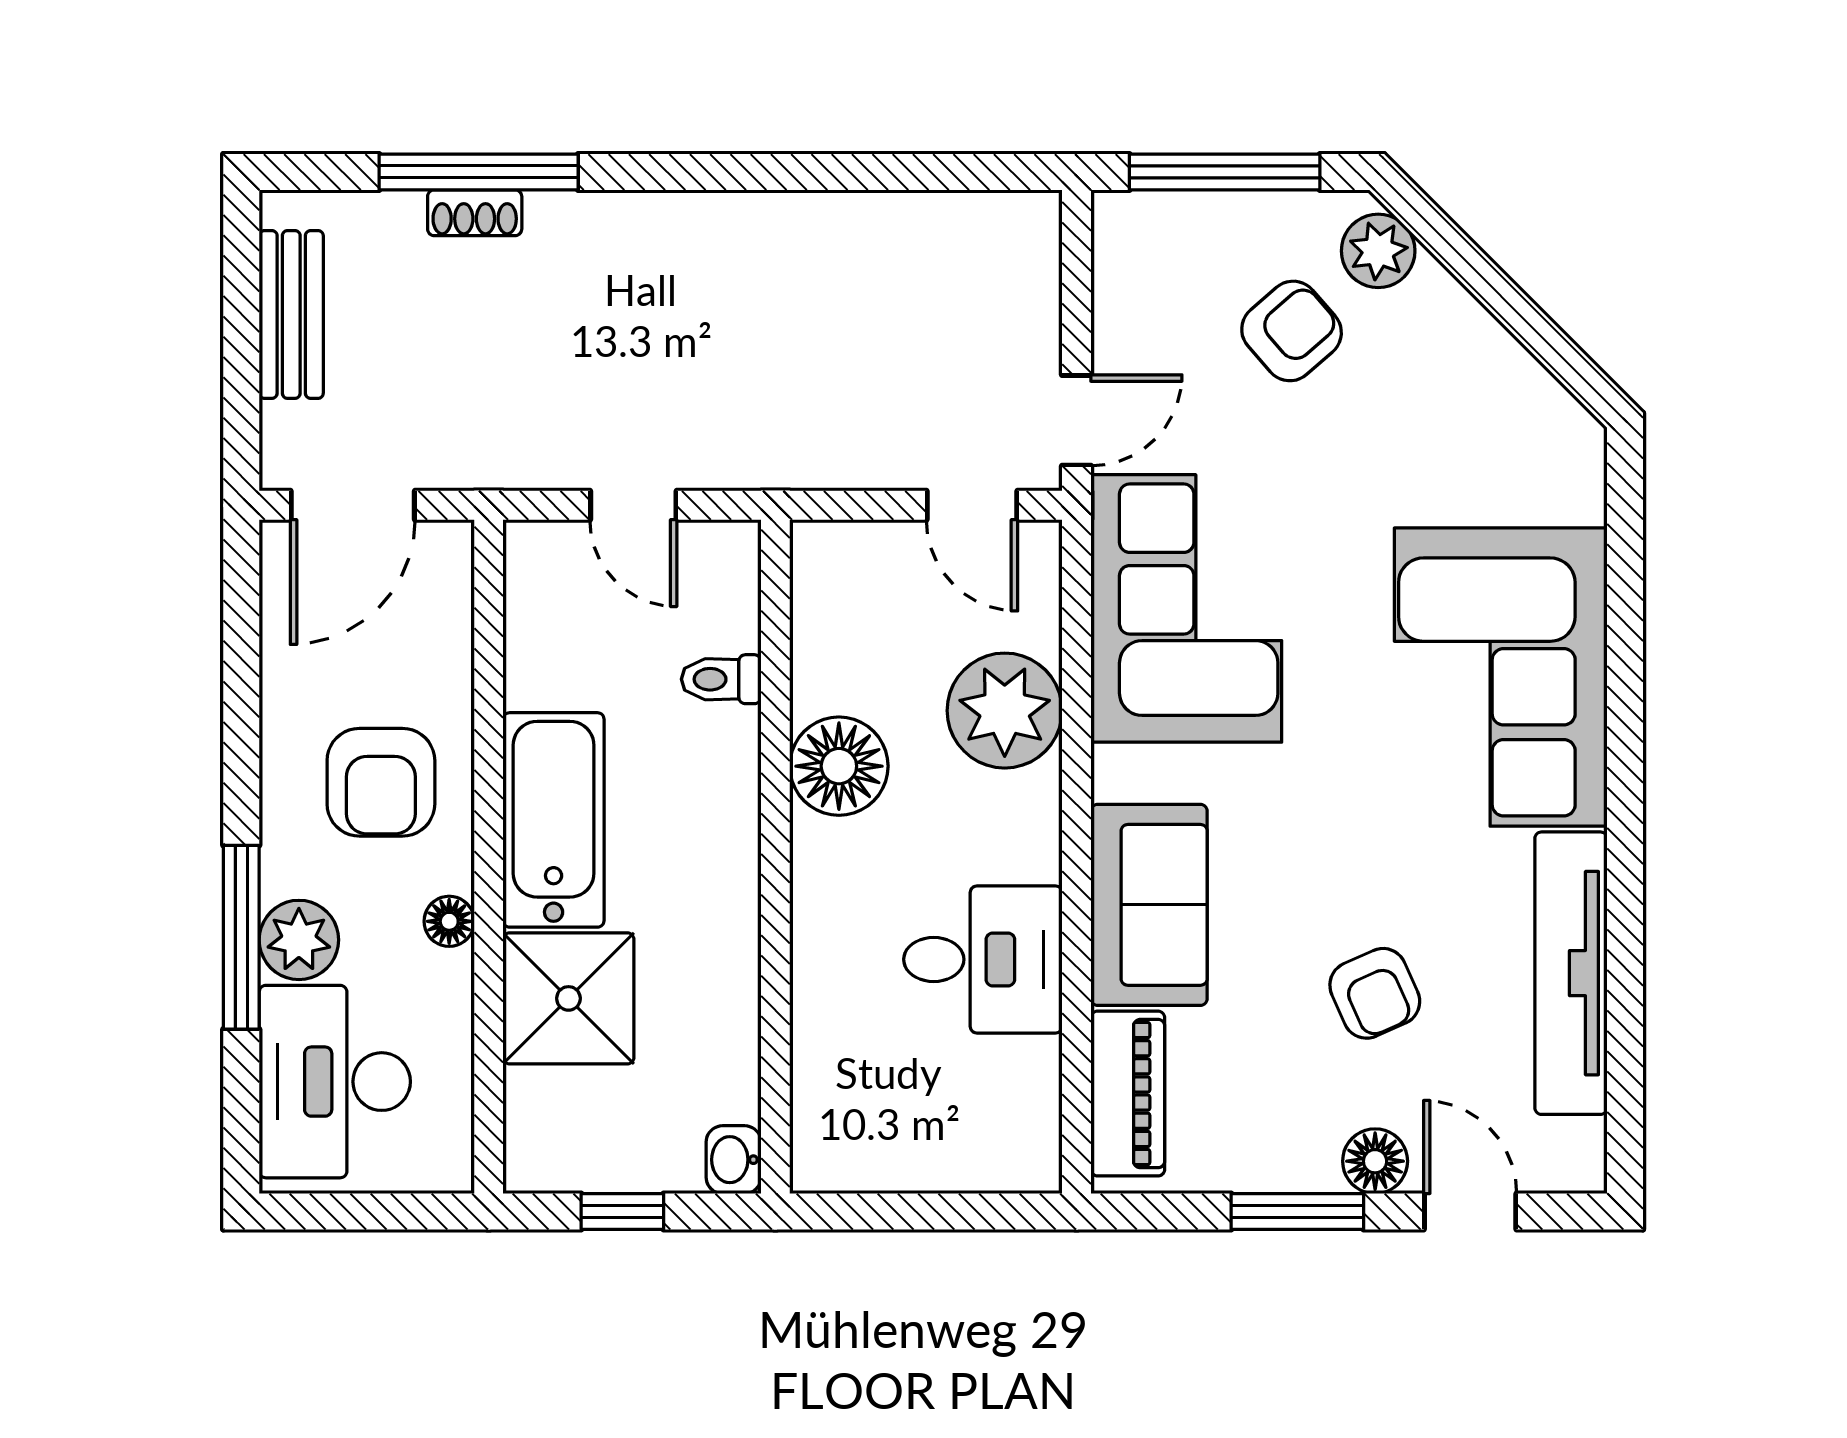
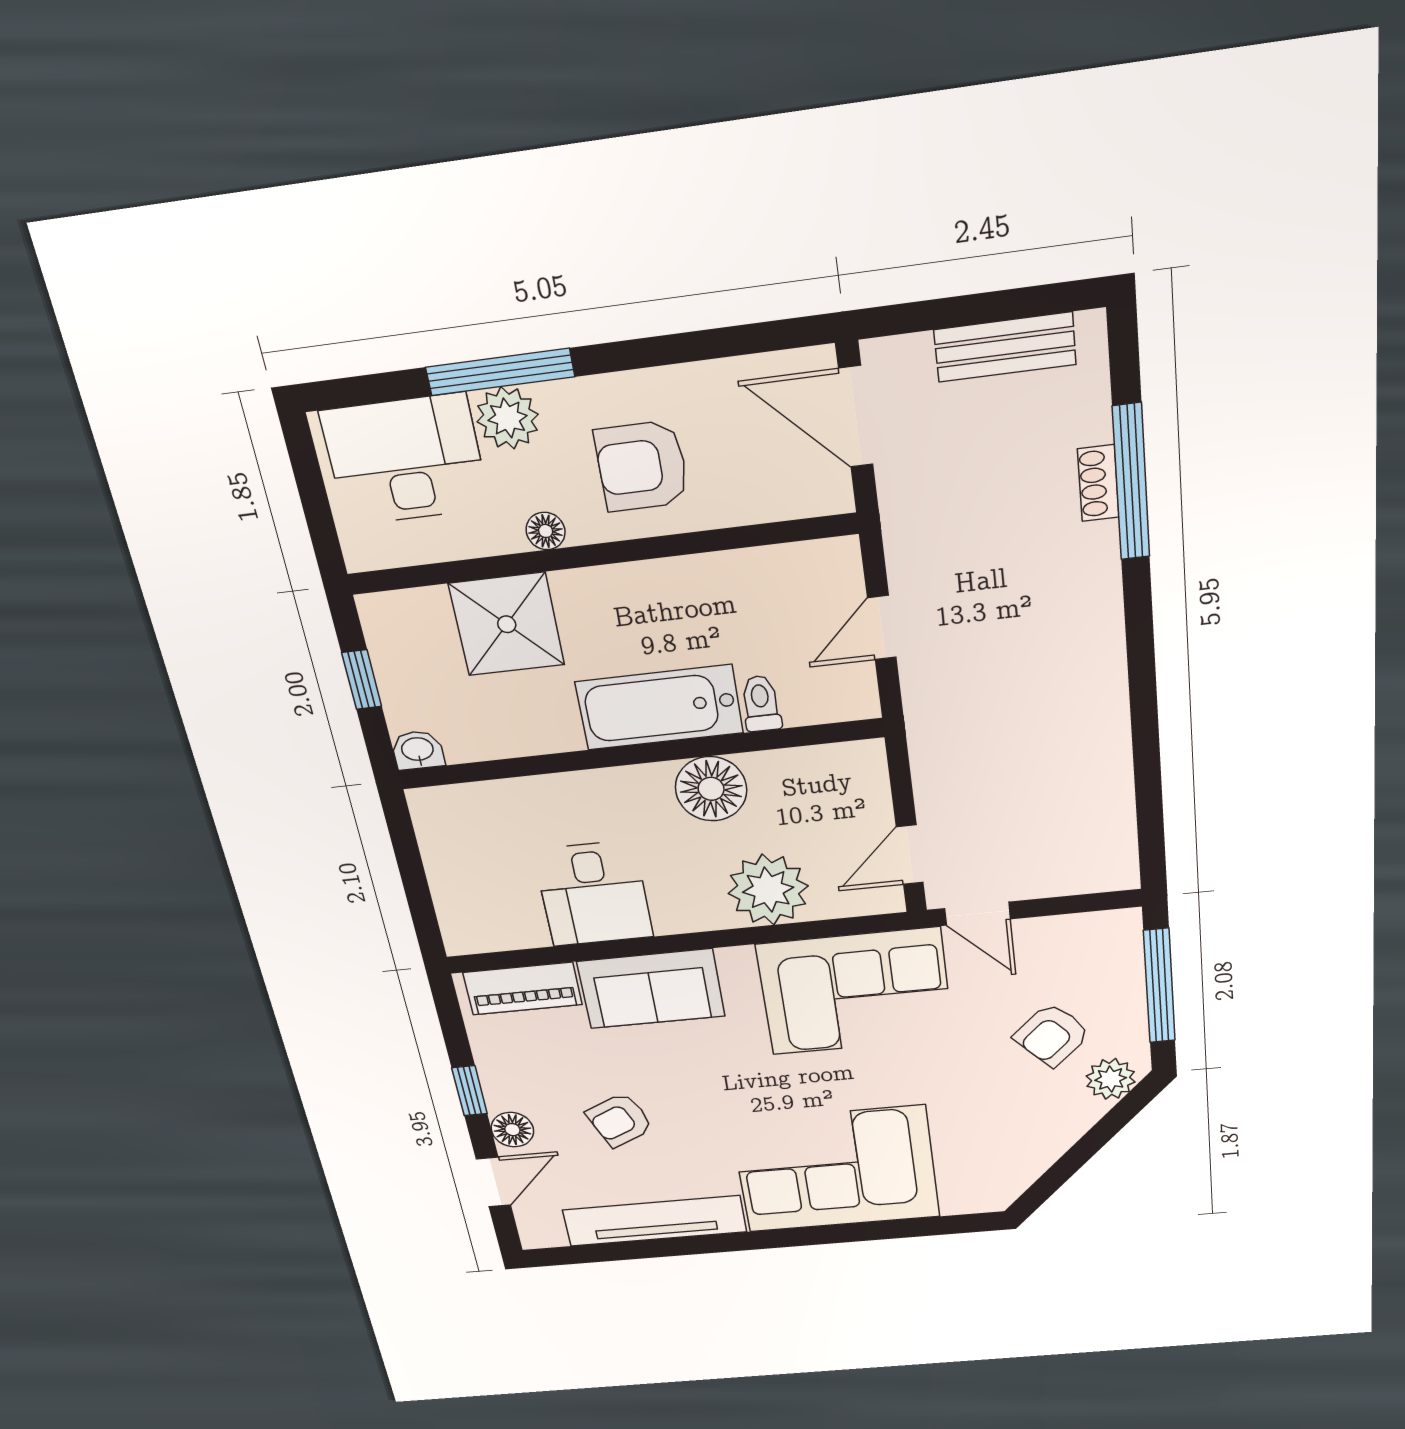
armchair: (1292, 331) -> (1052, 1035), turned 88
bathtub: (554, 820) -> (659, 707), moved, turned 180
window: (1297, 1212) -> (470, 1091), width x0.67

